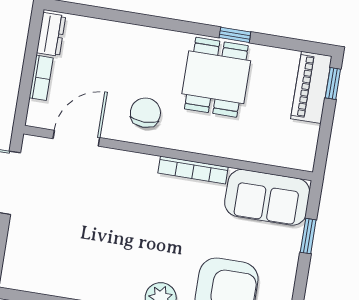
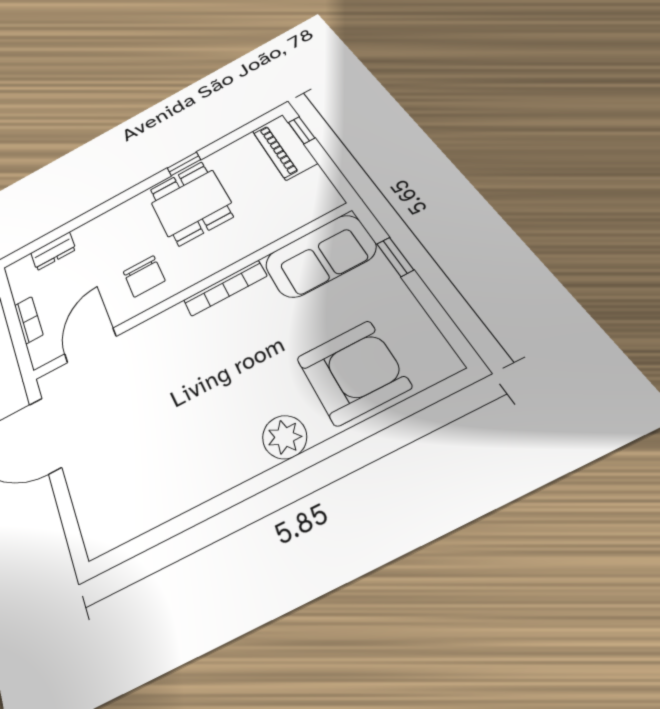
dresser: (51, 34) -> (53, 251), moved, turned 90
chair: (145, 113) -> (144, 276), turned 180

